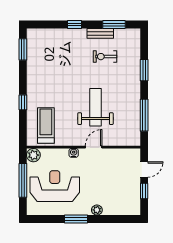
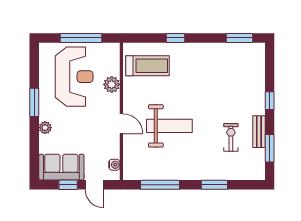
water cooler: (74, 153) -> (114, 165), moved
plant: (33, 155) -> (112, 84), moved
sofa: (130, 197) -> (61, 167), added

